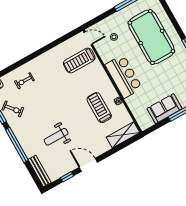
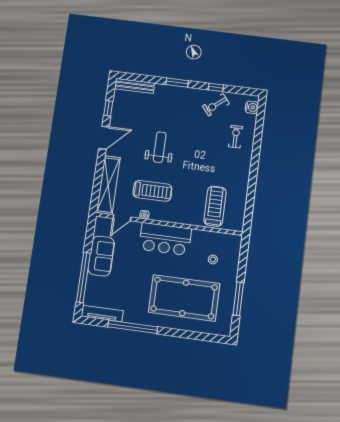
door: (88, 38) -> (122, 218), moved
shelving: (123, 135) -> (108, 185), width x1.47
weight bench: (56, 137) -> (160, 147), moved
window: (17, 145) -> (177, 83), width x0.47

